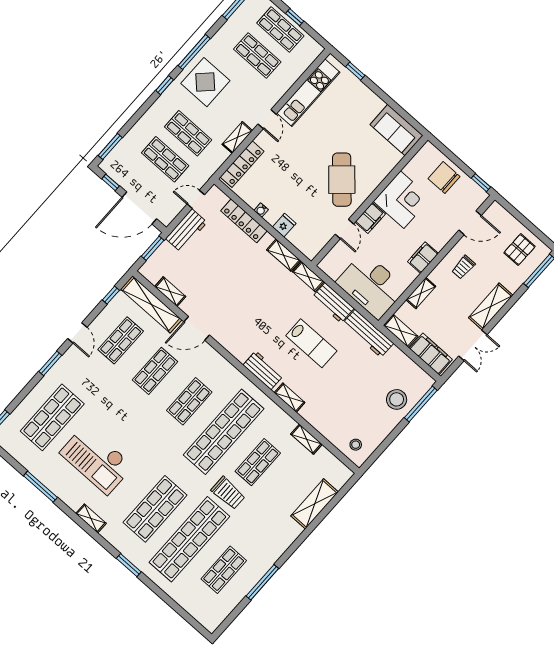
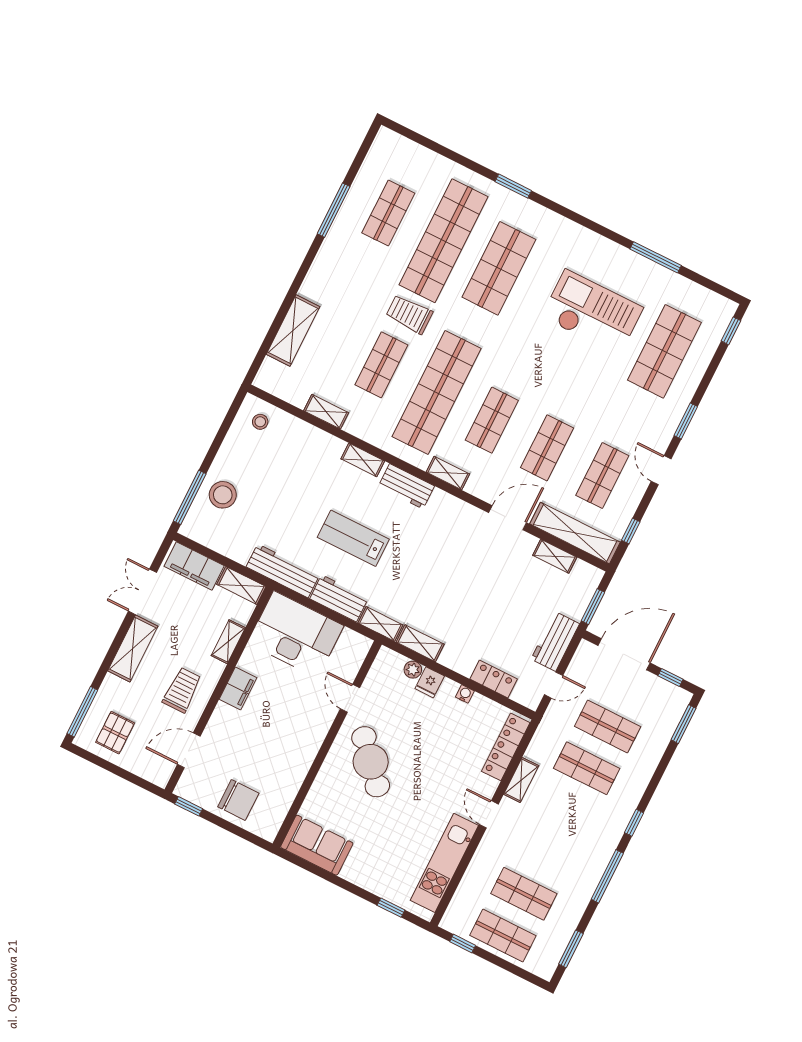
window: (295, 17) -> (463, 944), moved
display table: (205, 82) -> (582, 841), removed
corner desk: (402, 200) -> (285, 757), removed
filing cabinet: (370, 218) -> (320, 722), removed
locker: (244, 221) -> (494, 679), width x0.66
plant: (294, 238) -> (413, 670), added
trolley: (463, 267) -> (182, 690), width x1.36, depth x1.39
shelving: (91, 518) -> (448, 473), moved

